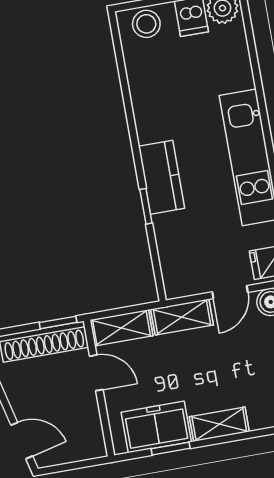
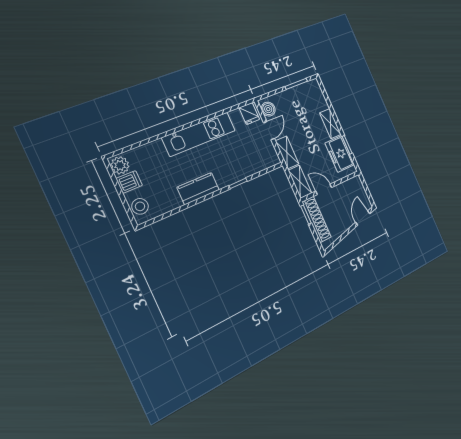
kitchen counter: (161, 177) -> (198, 189), moved
door: (230, 292) -> (269, 131), hinge flipped
door: (96, 373) -> (324, 189), hinge flipped

